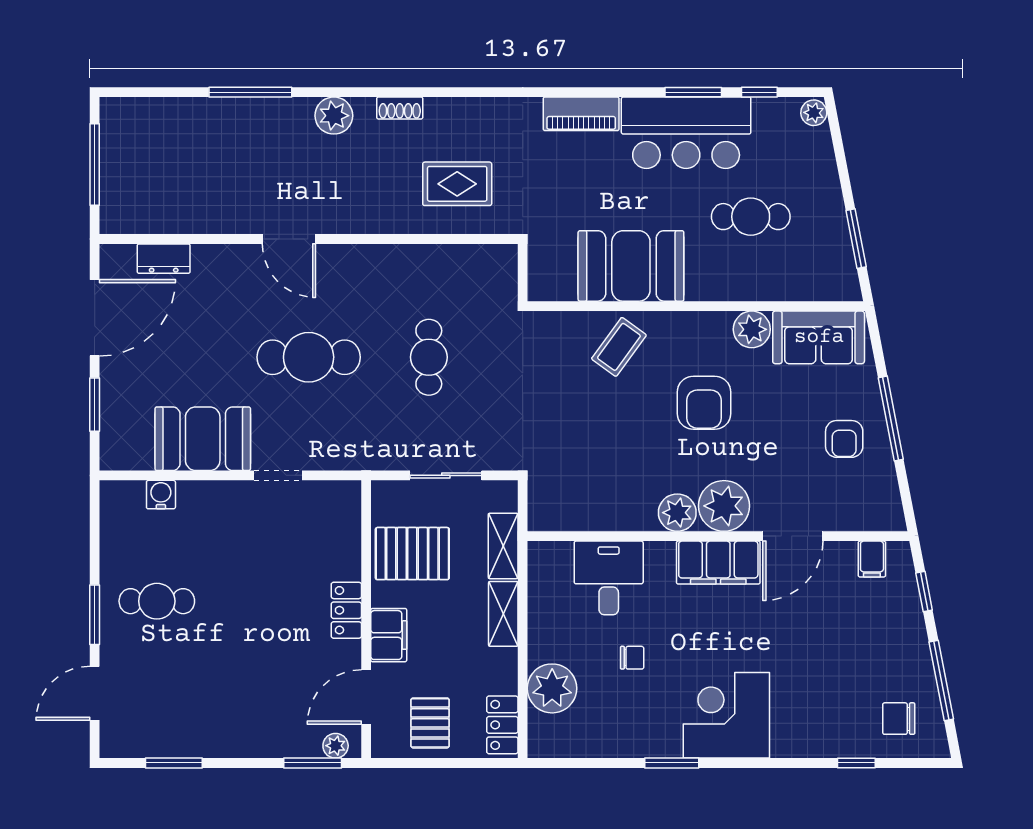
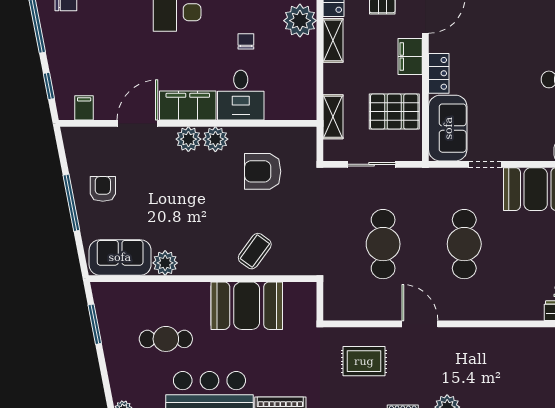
door: (289, 239) -> (420, 324), moved
cafe table: (309, 357) -> (464, 244), turned 90
cafe table: (429, 357) -> (383, 244), width x1.37, depth x1.35
armchair: (704, 403) -> (263, 171), moved, turned -90
plant: (724, 506) -> (188, 139), width x0.73, depth x0.73
sofa: (333, 529) -> (448, 128), added
desk: (609, 578) -> (241, 95), moved
shelving: (503, 614) -> (333, 40), moved
chair: (632, 658) -> (246, 41), turned 90

